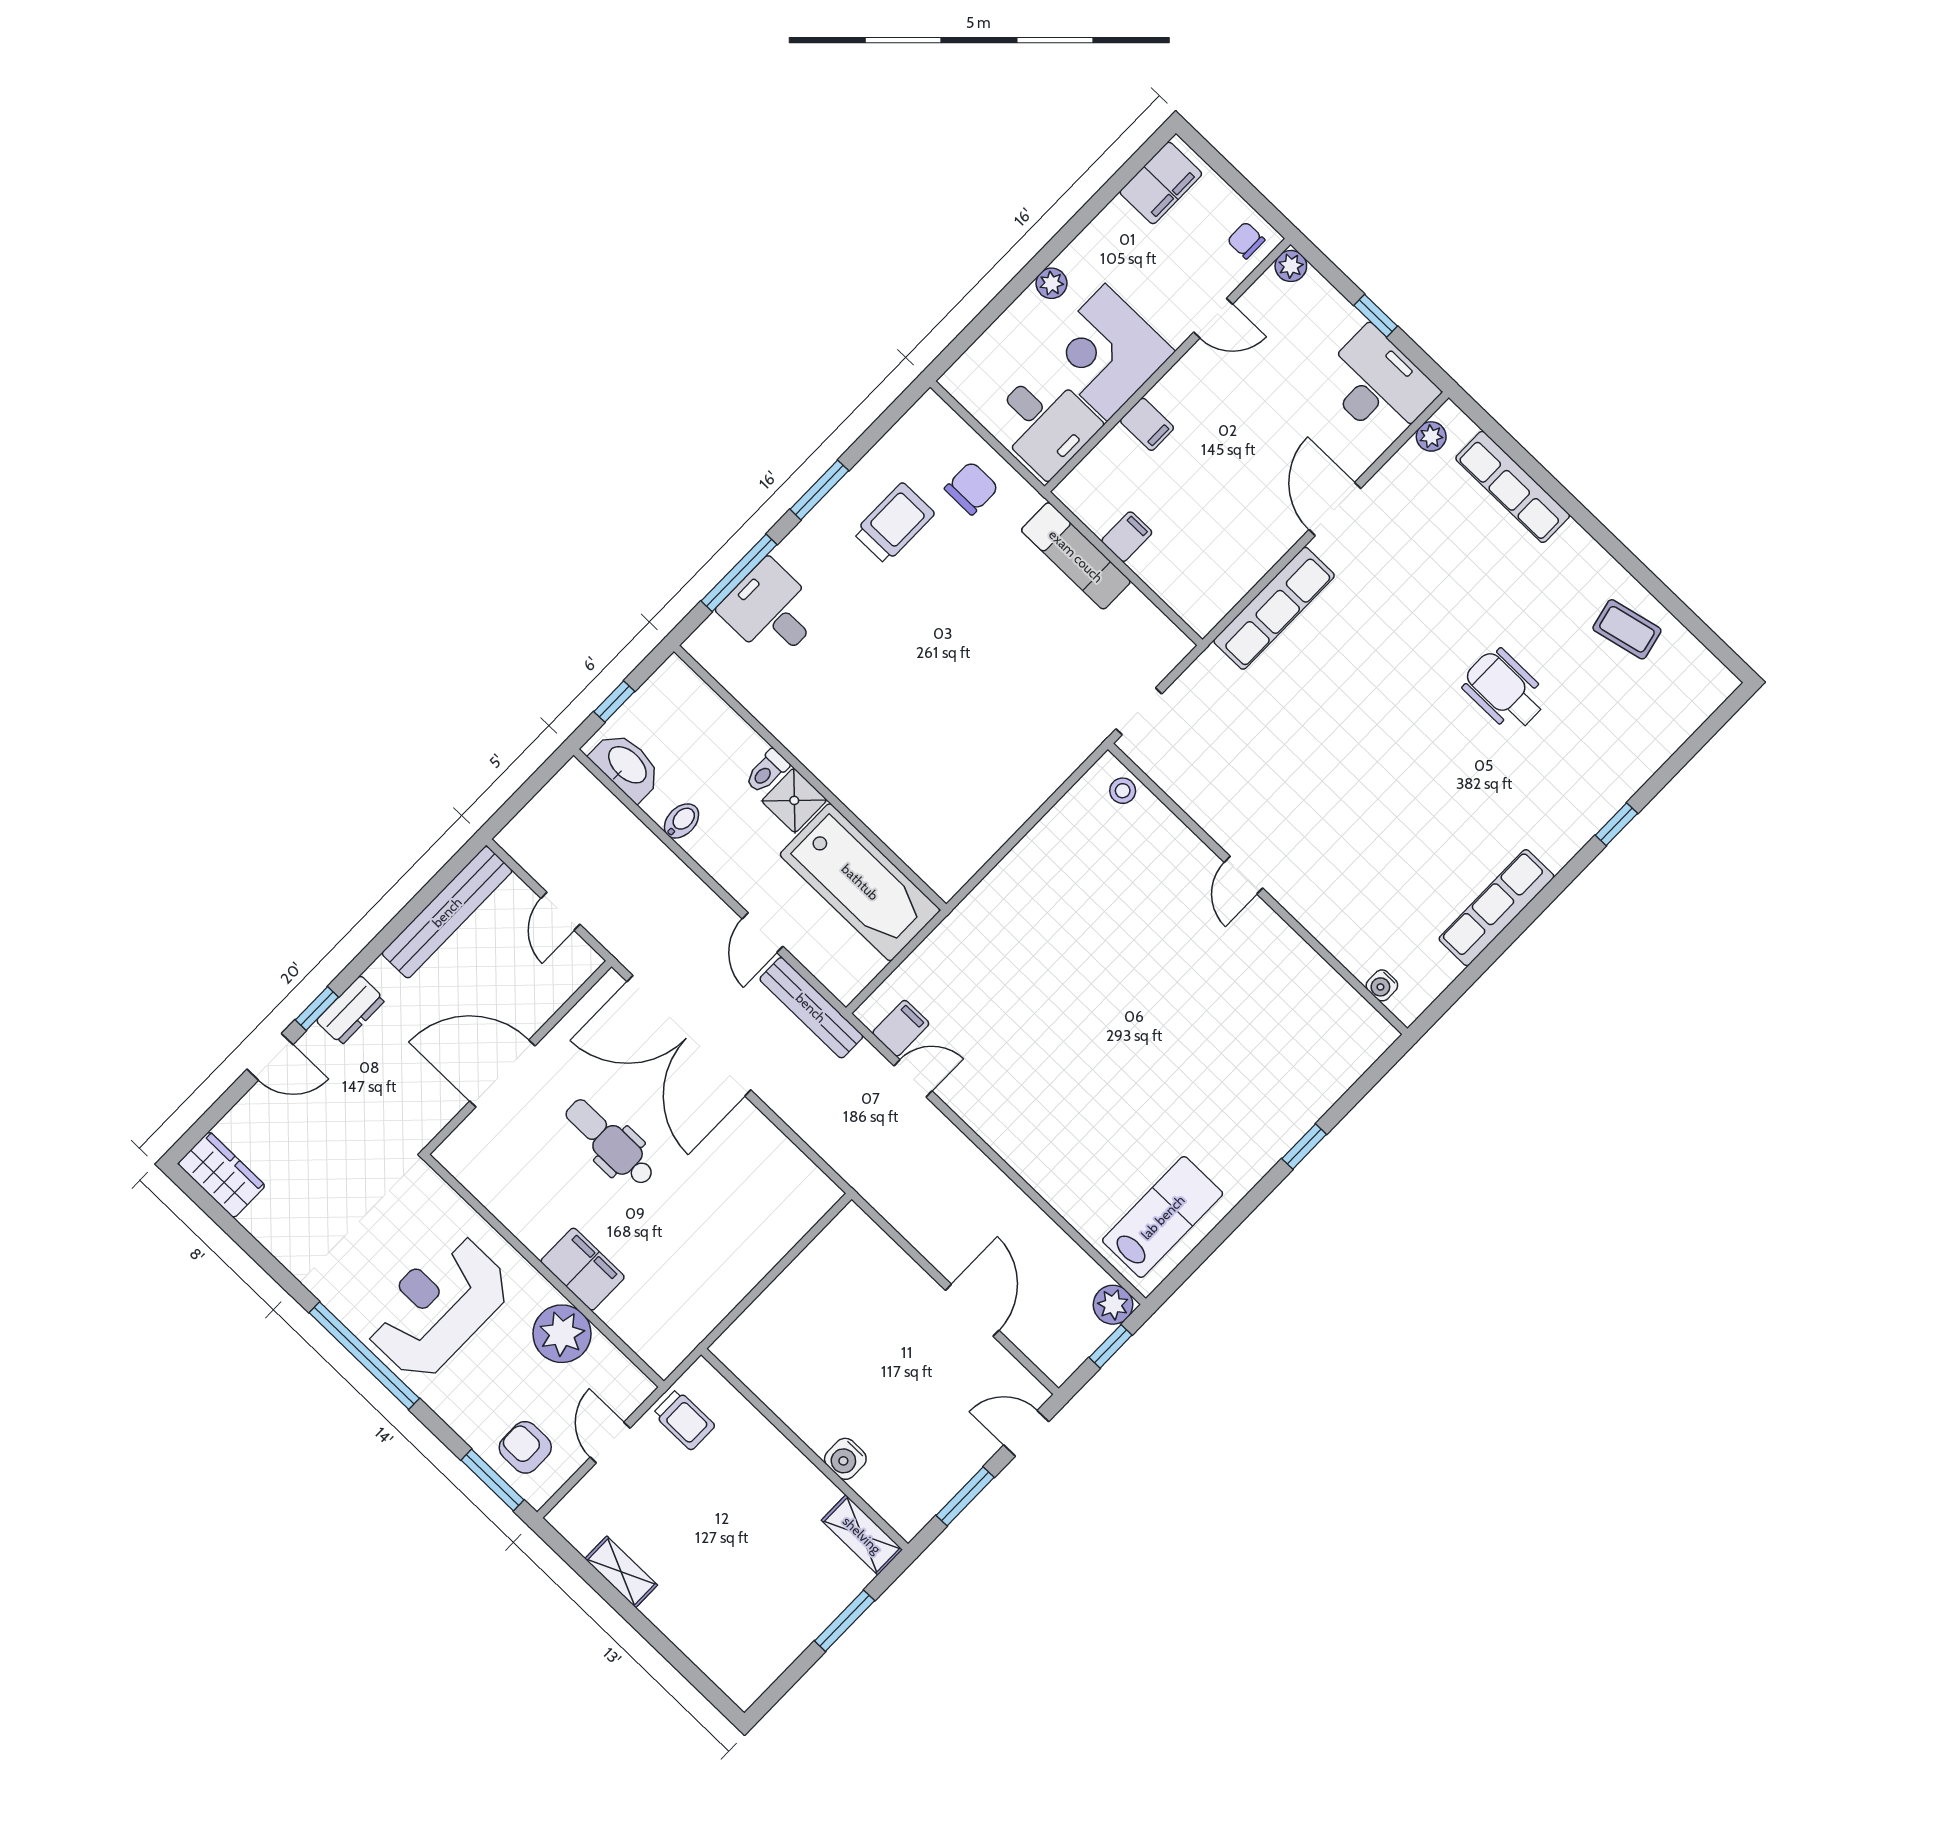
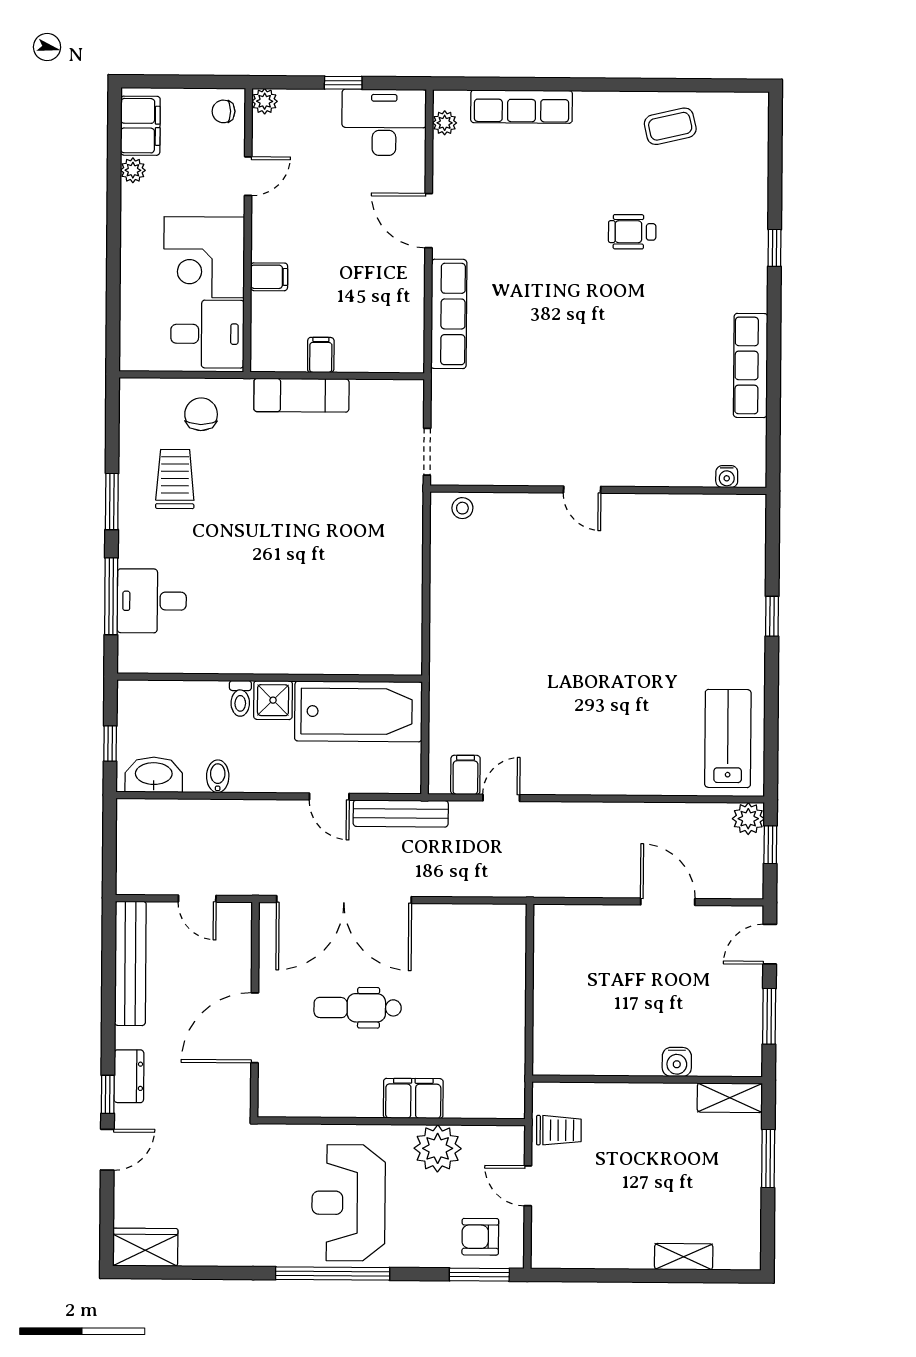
plant: (1051, 283) -> (133, 170), moved
wheelchair: (1505, 690) -> (632, 232), width x0.73, depth x0.73
shelving: (621, 1572) -> (684, 1257), moved

